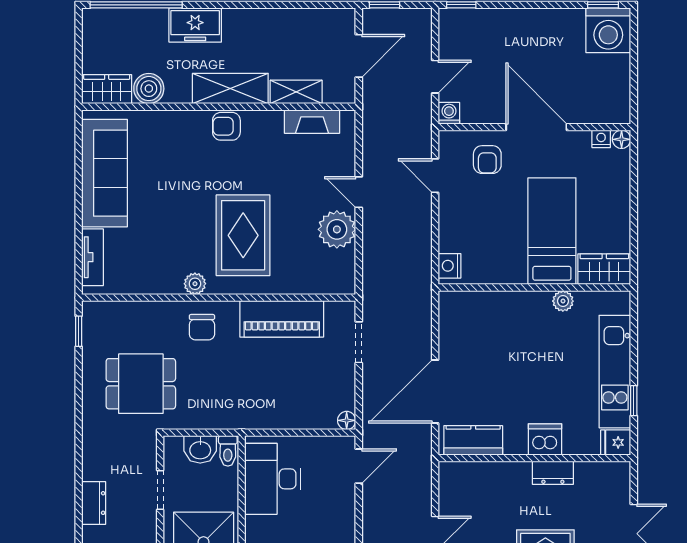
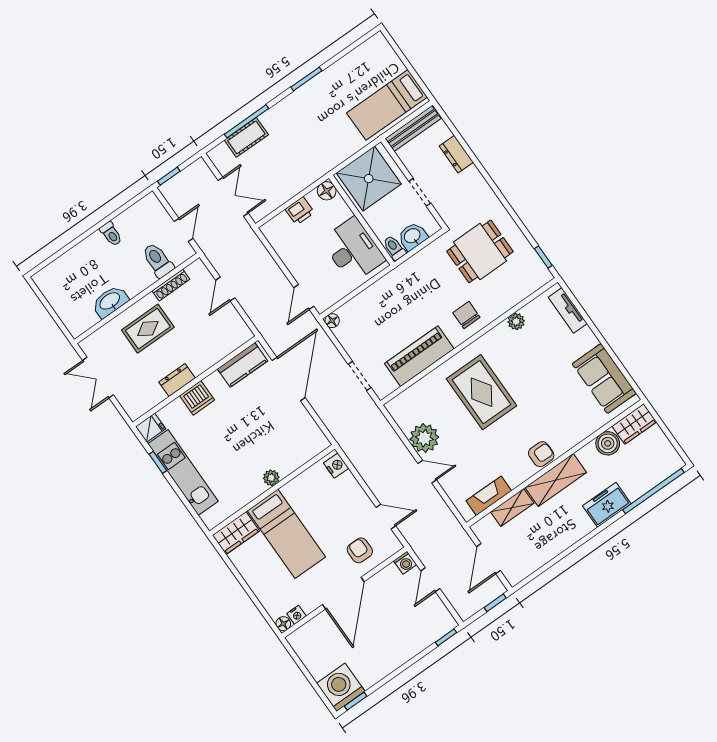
door: (536, 127) -> (343, 593), hinge flipped
sofa: (105, 173) -> (604, 379), width x0.73
plant: (195, 284) -> (516, 321), moved
plant: (563, 301) -> (271, 478), moved

